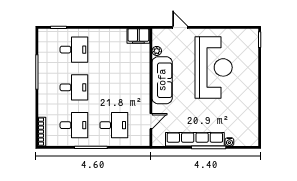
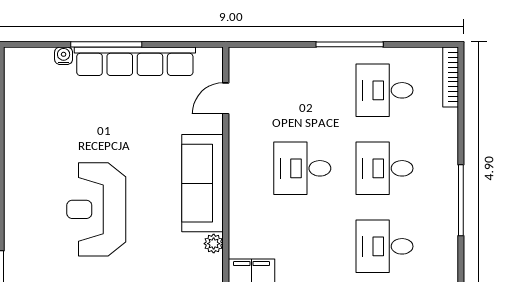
reception desk: (214, 67) -> (96, 209), width x0.74, depth x0.77
desk: (114, 125) -> (302, 168), moved

